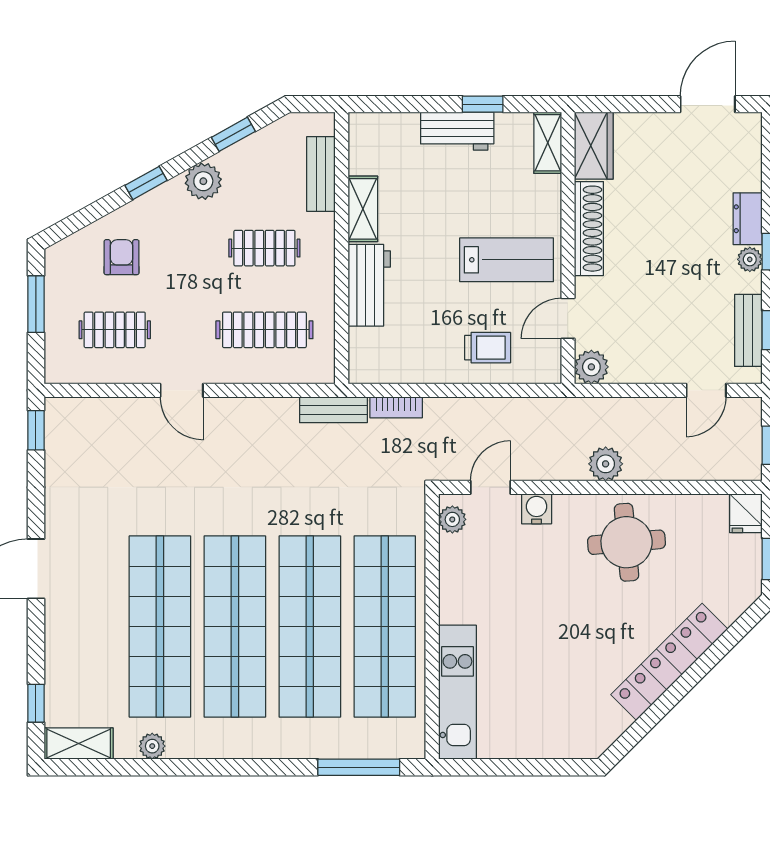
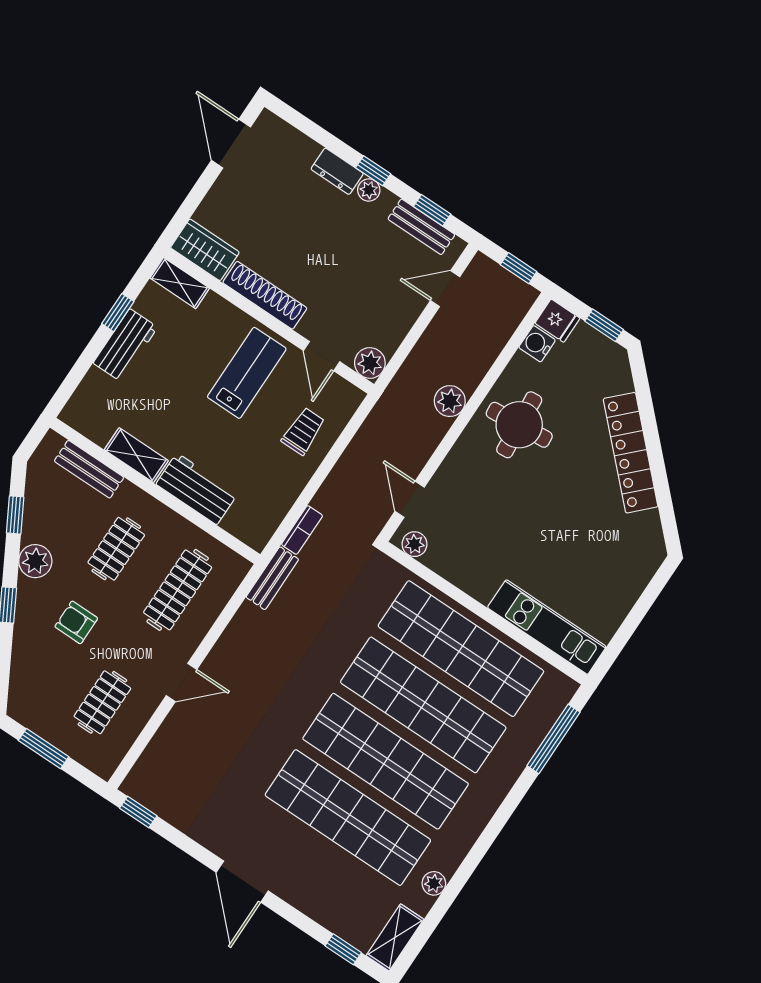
armchair: (122, 257) -> (76, 622), moved
door: (706, 390) -> (445, 289), swing flipped
water cooler: (537, 509) -> (537, 344), moved

